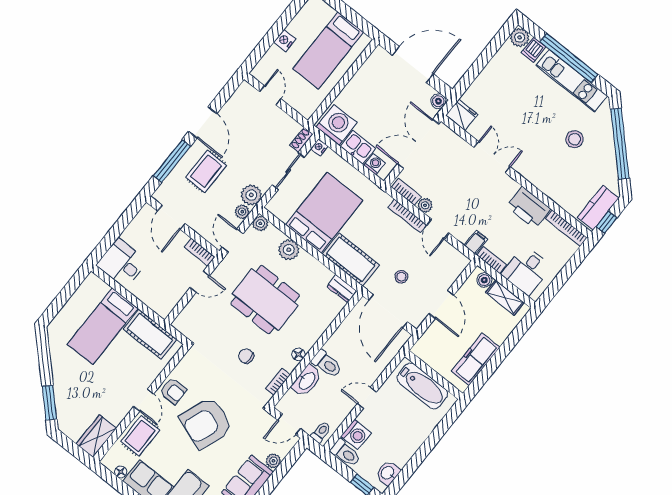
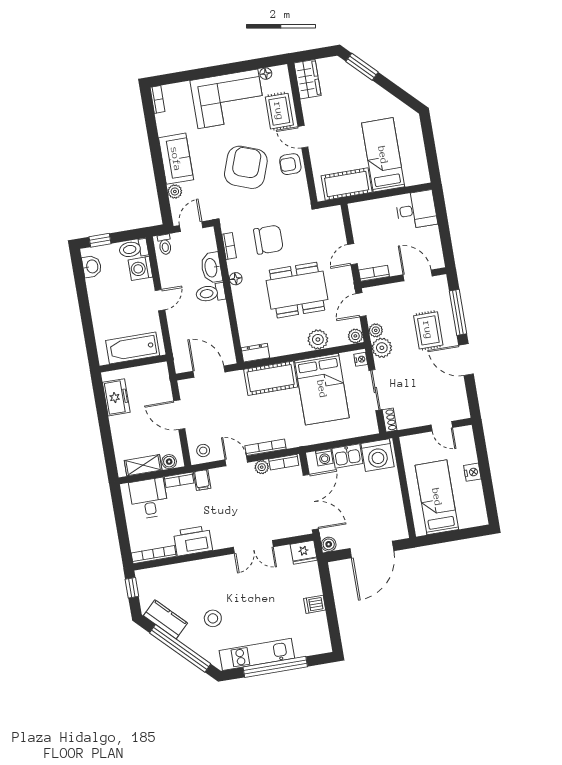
plant: (520, 37) -> (322, 645), removed
dishwasher: (534, 50) -> (315, 604), moved, turned -90
nightstand: (319, 147) -> (361, 359), moved
kitchen counter: (598, 207) -> (165, 619), moved, turned -45
door: (233, 241) -> (361, 305), swing flipped
stool: (401, 277) -> (203, 451), moved
door: (388, 311) -> (209, 372), width x0.73
chair: (246, 356) -> (268, 240), width x1.87, depth x1.87
freezer: (476, 359) -> (116, 397), width x0.71

